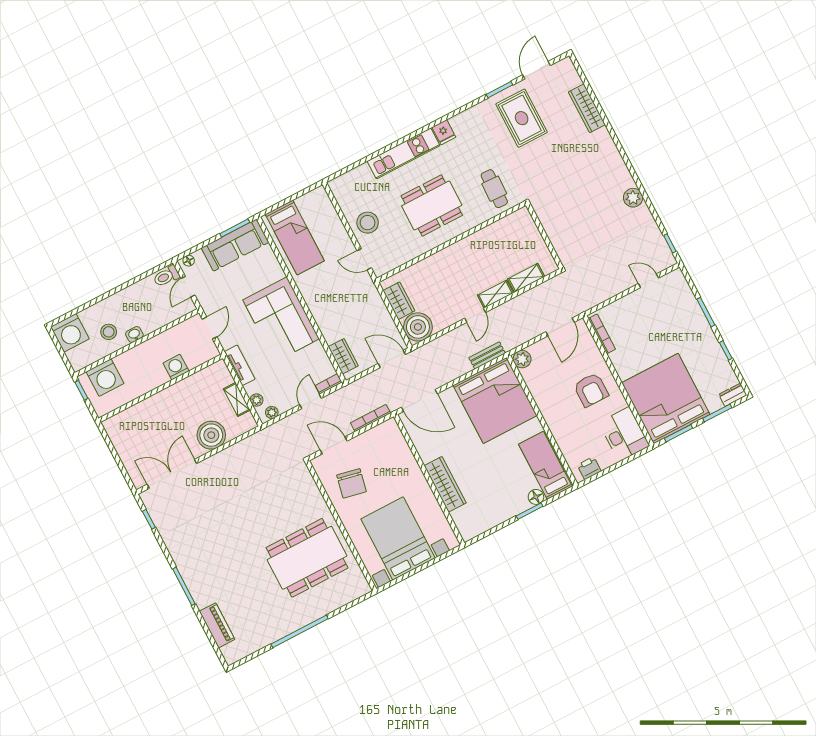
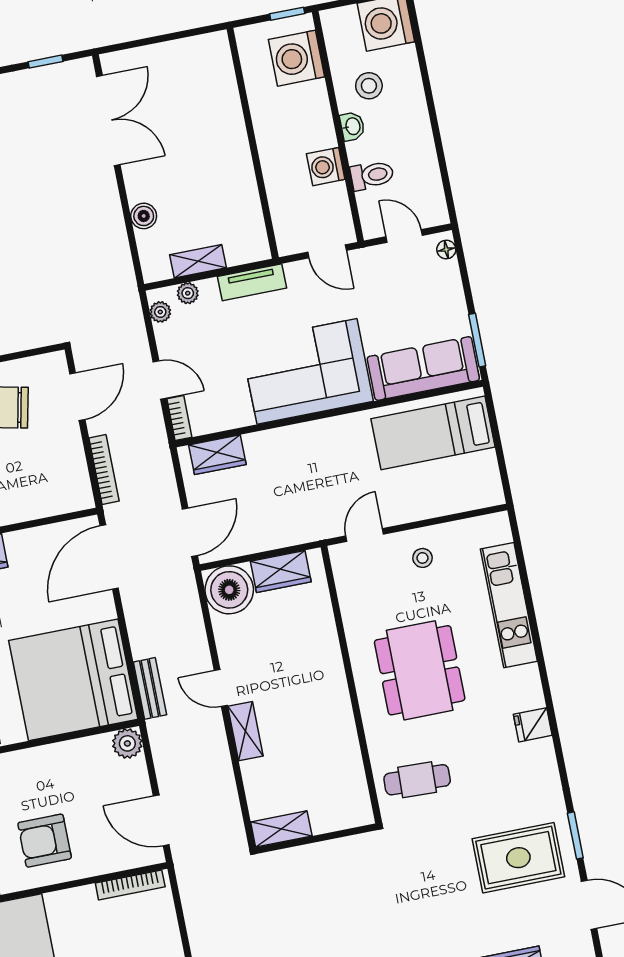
kitchen unit: (403, 153) -> (509, 605), moved
stool: (368, 223) -> (423, 558), width x0.53, depth x0.53
sofa: (235, 245) -> (423, 369), moved, turned 90
toilet: (166, 276) -> (372, 175), moved, turned 90
shelving: (526, 278) -> (281, 829), moved, turned 90
washing machine: (176, 367) -> (326, 167), moved, turned 180
boiler: (211, 435) -> (144, 216), width x0.54, depth x0.54

